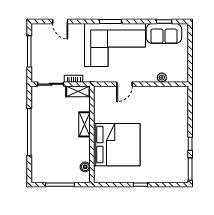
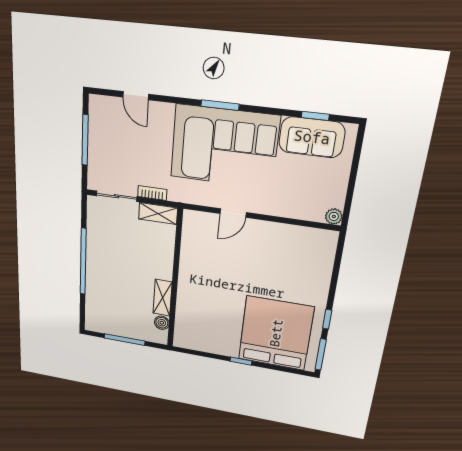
plant: (162, 78) -> (334, 216), moved
shelving: (85, 124) -> (163, 298), moved
bed: (117, 145) -> (276, 333), moved, turned -90

